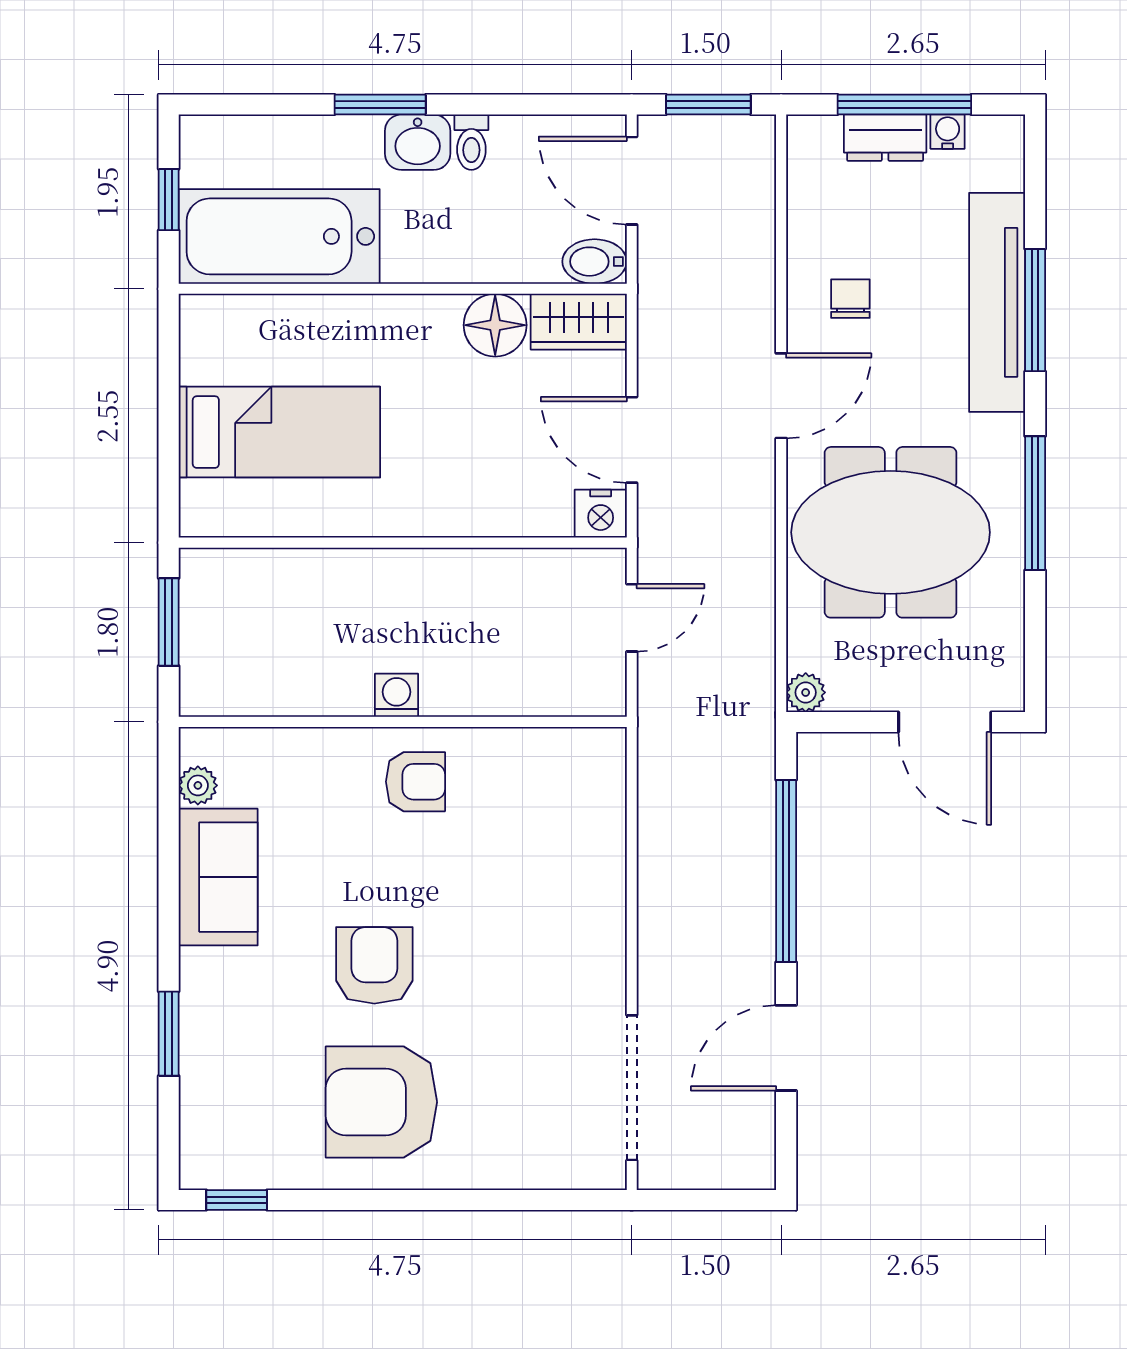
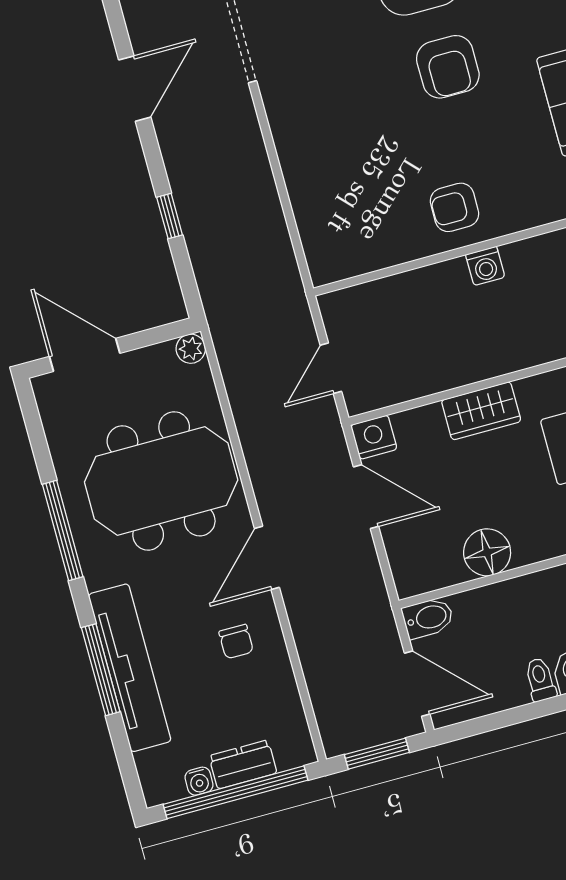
window: (904, 105) -> (235, 792), width x1.46
wardrobe: (579, 322) -> (481, 411), moved, turned 180
window: (786, 871) -> (170, 216), width x0.32

